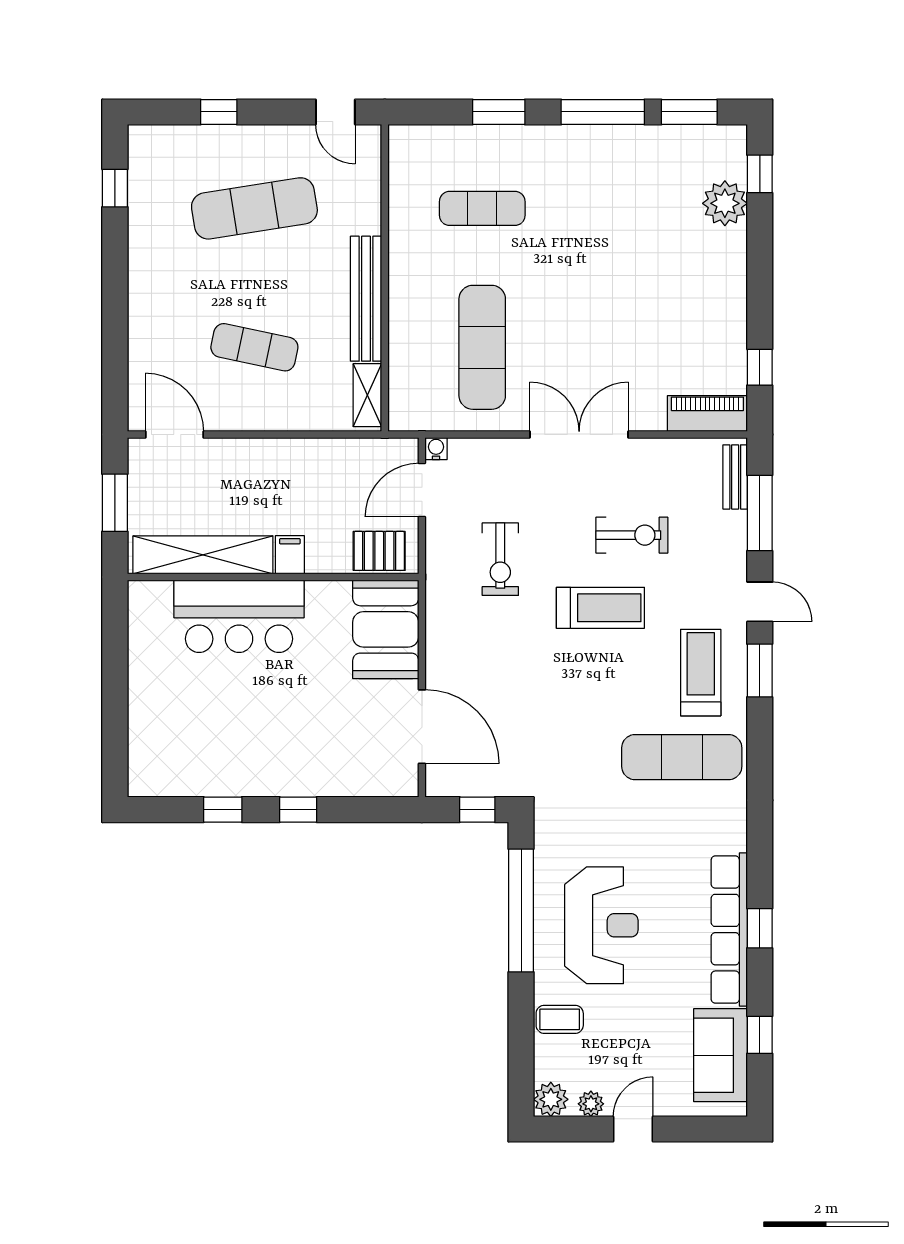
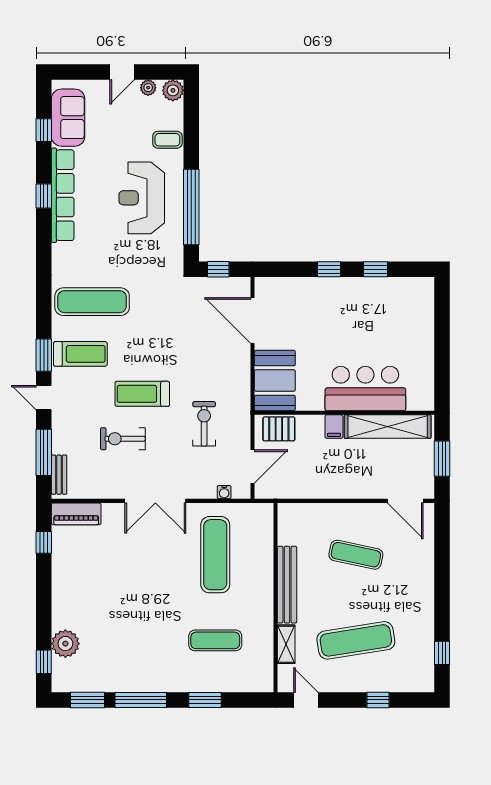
shelving: (367, 395) -> (286, 644), moved
water cooler: (436, 449) -> (224, 492), moved
treadmill: (701, 673) -> (80, 354), turned -90

